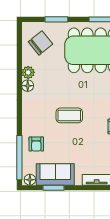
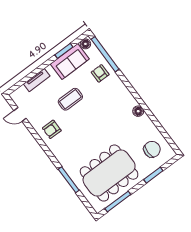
chair: (40, 43) -> (152, 149), turned -141
plant: (28, 72) -> (145, 121), removed
coffee table: (69, 115) -> (70, 99), moved

